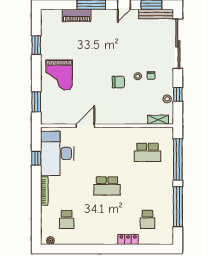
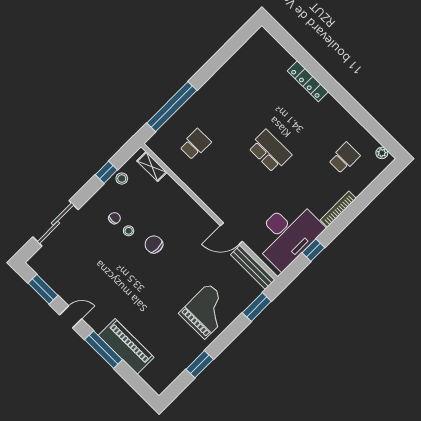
bench: (156, 14) -> (253, 267), moved
piano: (77, 15) -> (126, 346), width x1.37, depth x1.33
sliding door: (178, 44) -> (56, 223), width x0.73
school desk: (147, 152) -> (195, 144), width x0.54
window: (178, 207) -> (219, 59), removed
school desk: (147, 219) -> (263, 77), removed
locker: (128, 240) -> (308, 81), width x1.53

